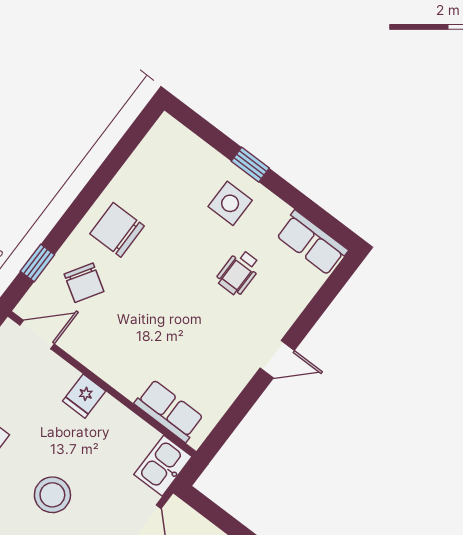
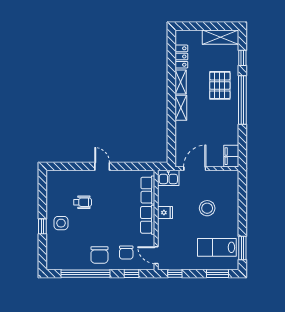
window: (102, 178) -> (85, 274), added
row of seats: (312, 243) -> (148, 220), moved, turned 180
chair: (84, 283) -> (126, 253), turned 148
fridge: (84, 396) -> (165, 213), moved

